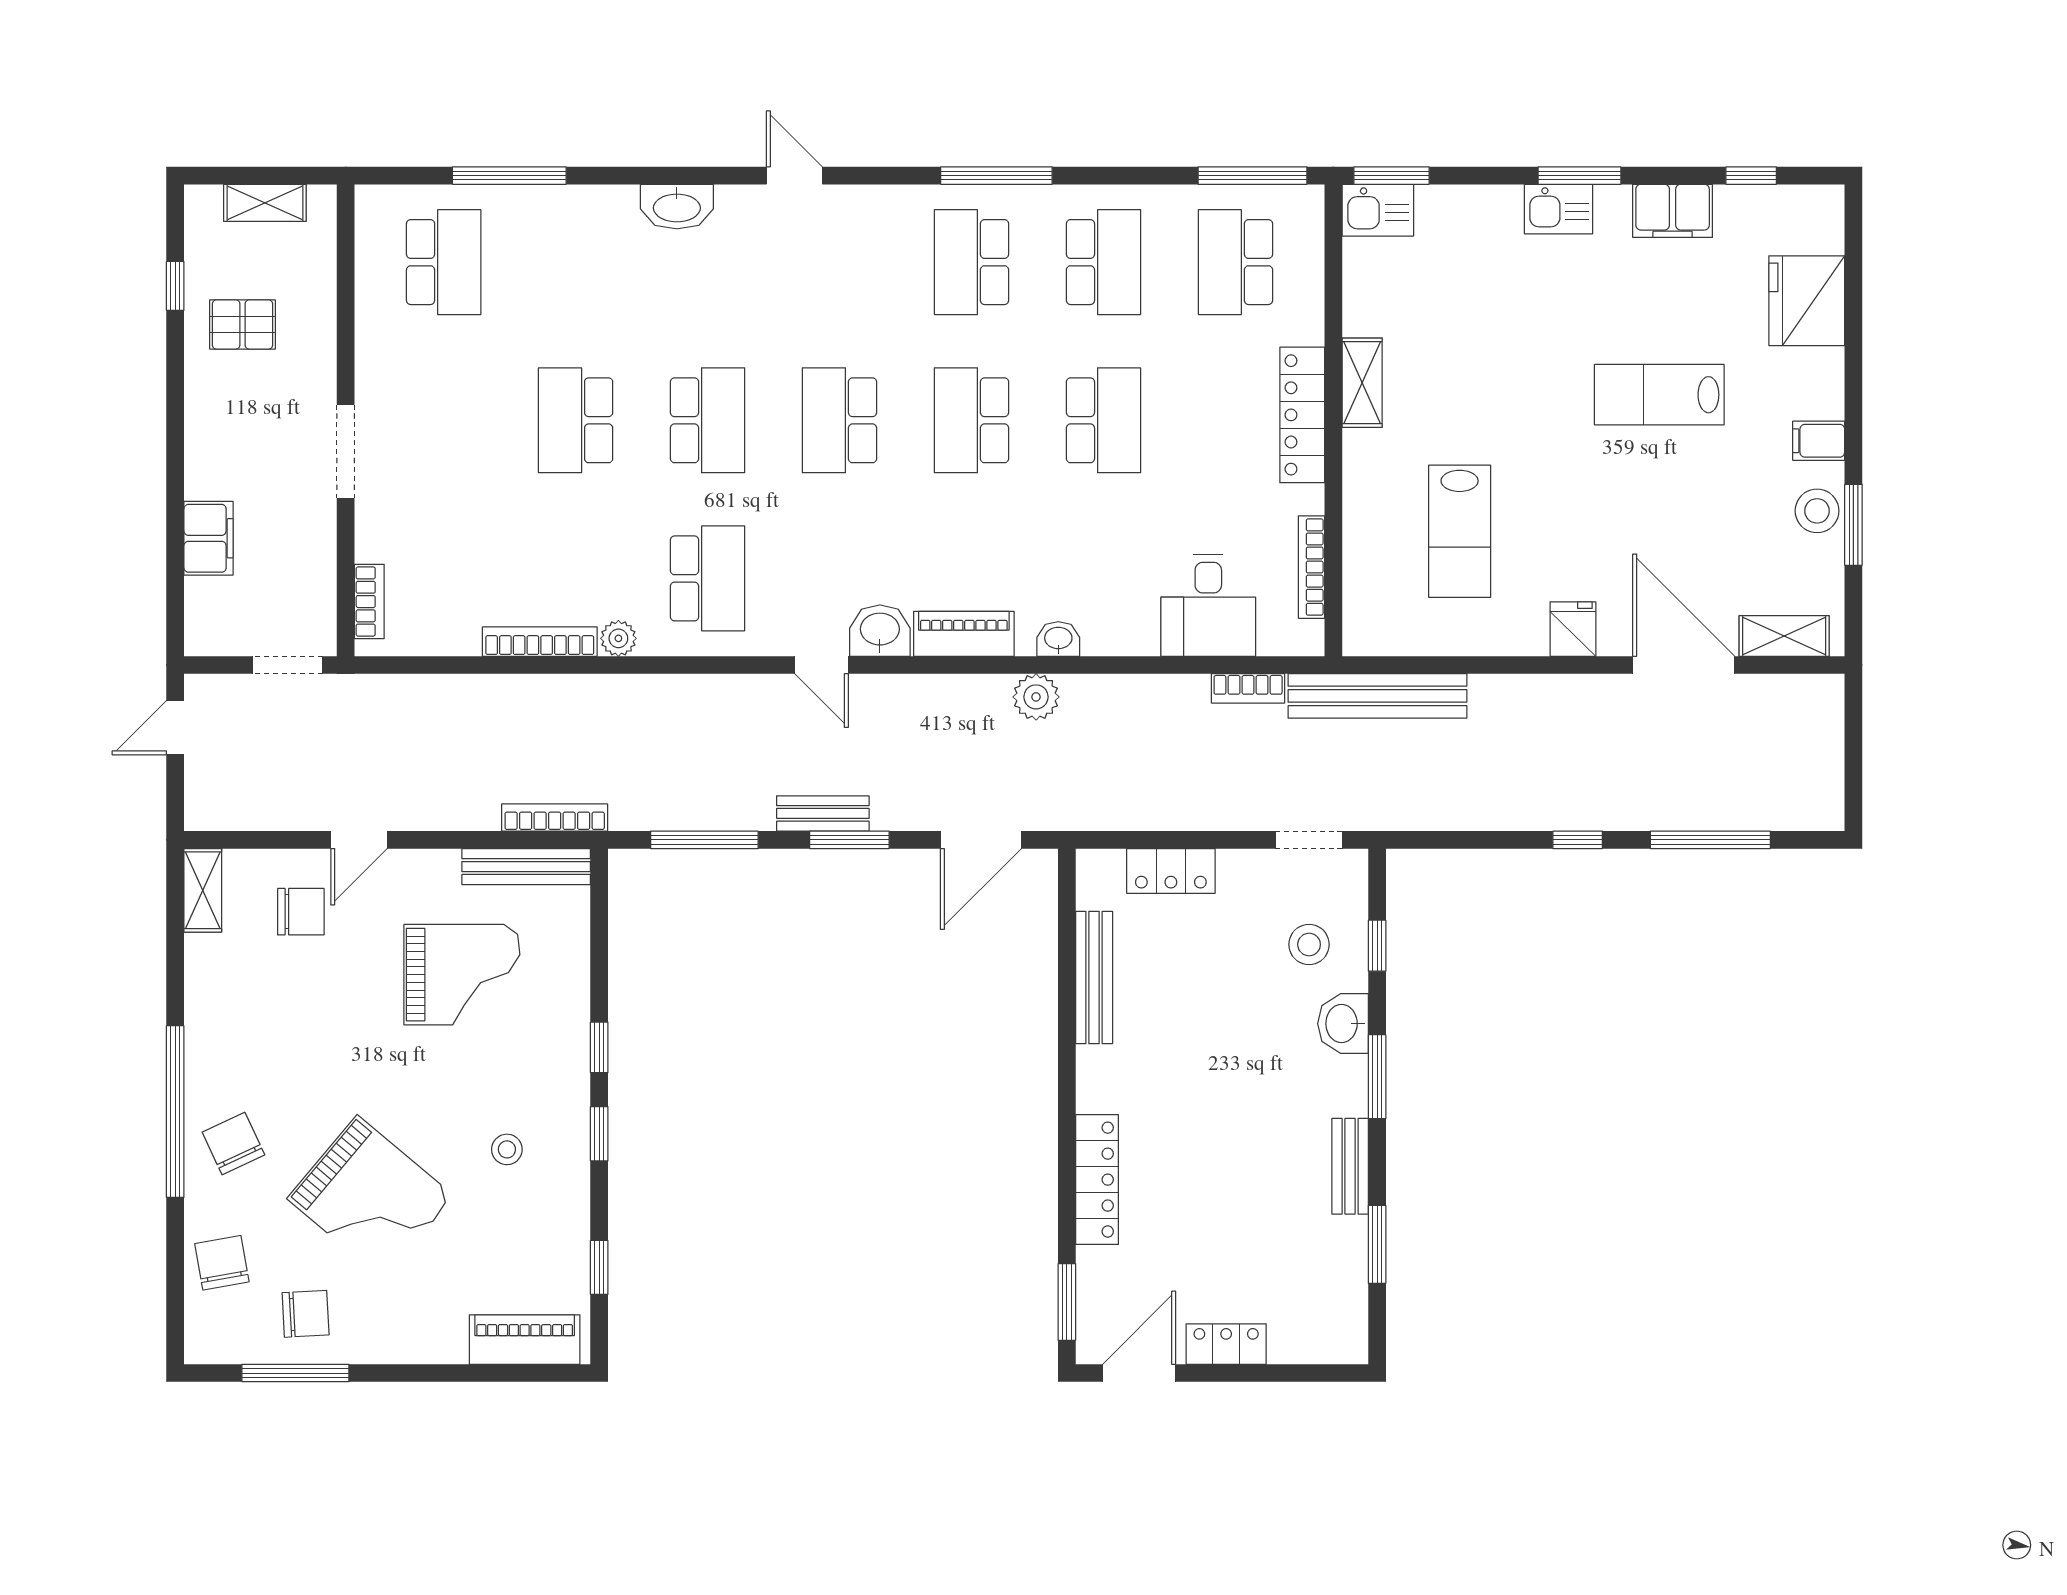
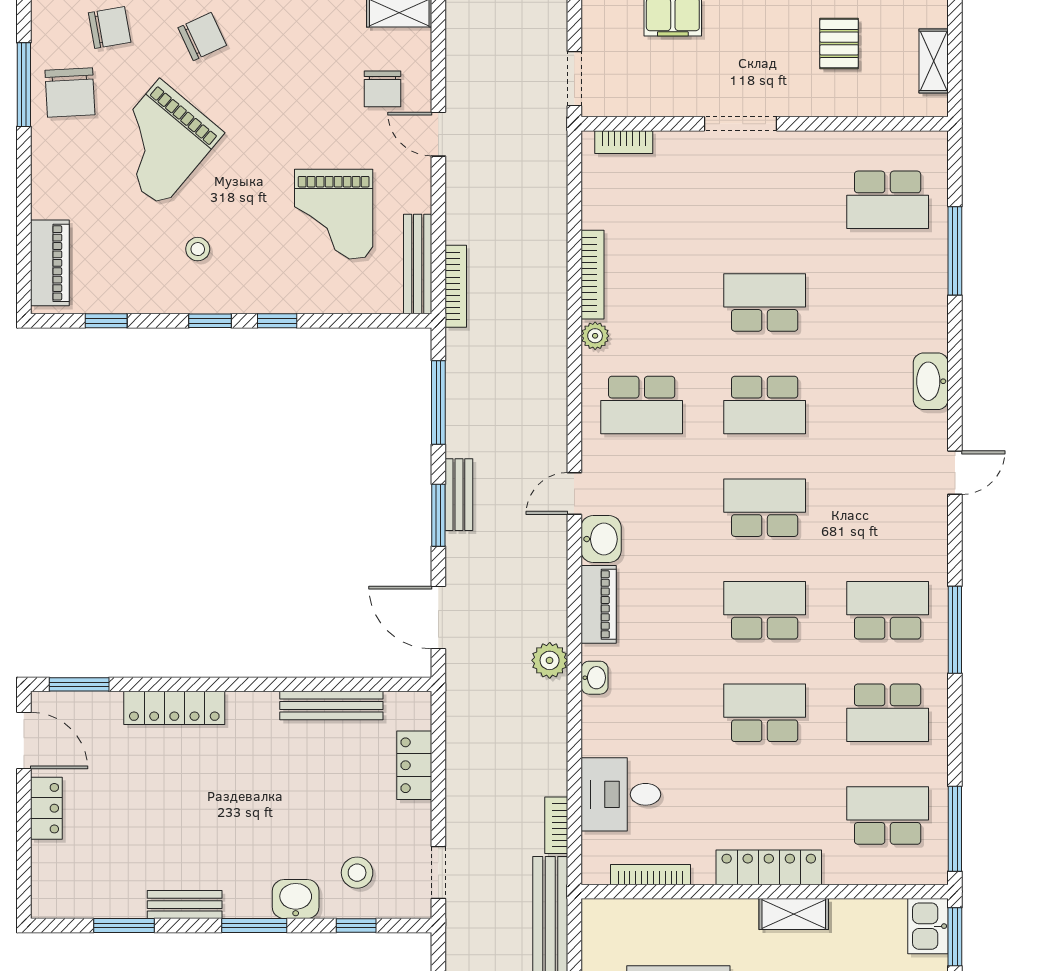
school desk: (1103, 420) -> (765, 713), turned 180
chair: (306, 1314) -> (70, 93), width x1.37, depth x1.37

